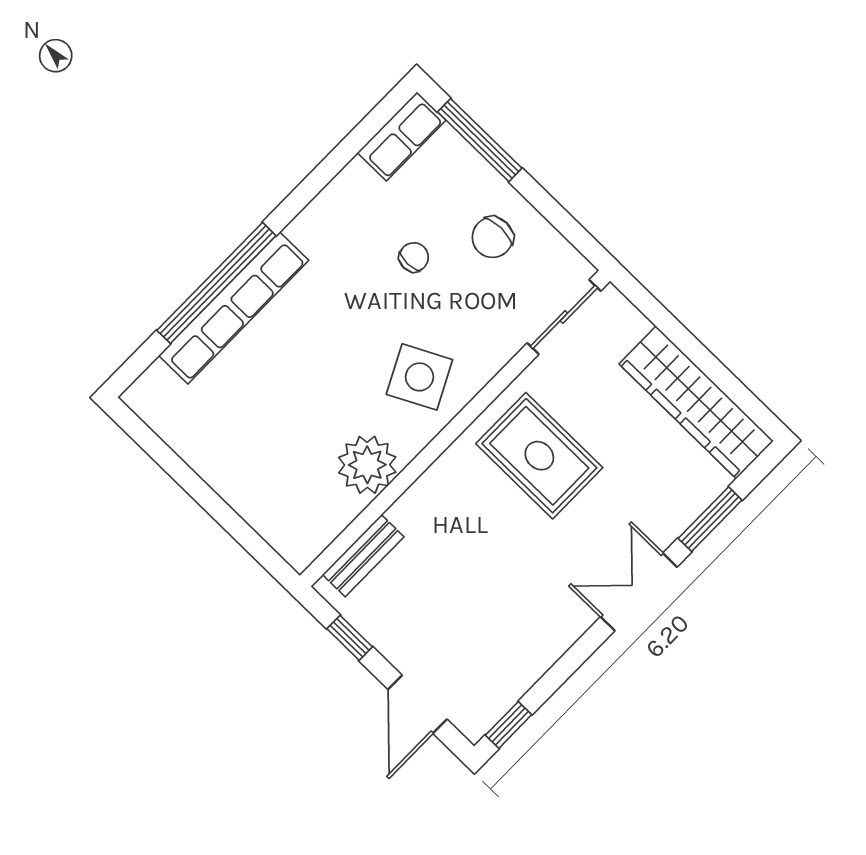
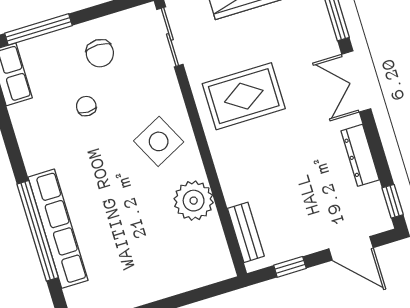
dresser: (545, 650) -> (360, 155), added

